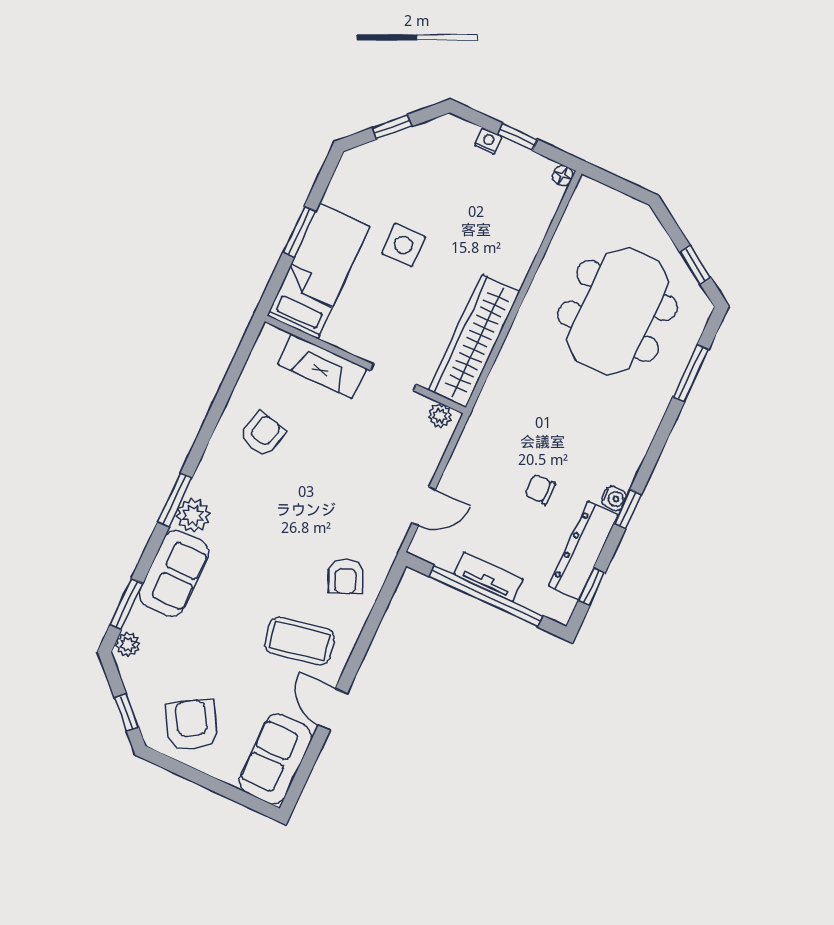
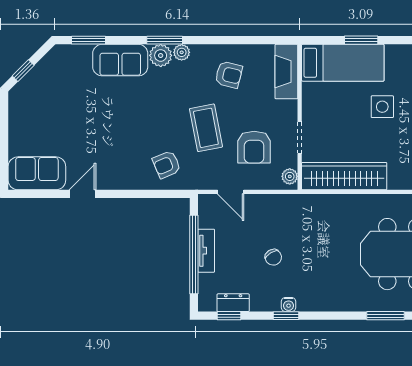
fireplace: (322, 366) -> (286, 72), moved
chair: (540, 489) -> (273, 257), turned 149
dresser: (583, 551) -> (233, 303), width x0.51, depth x0.80
coffee table: (300, 641) -> (206, 128), moved
plant: (128, 644) -> (182, 52), moved
armchair: (192, 725) -> (254, 147), moved, turned 121

